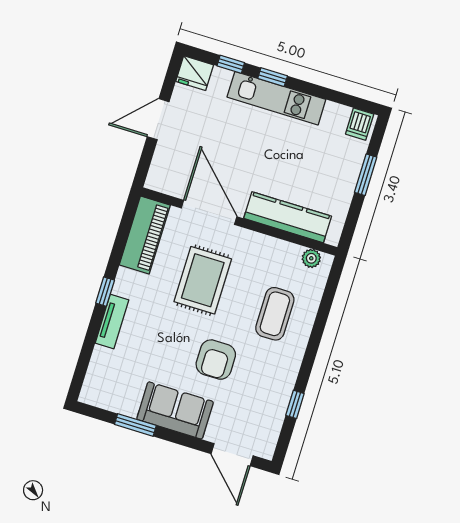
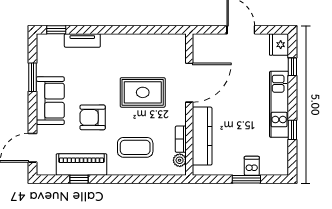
window: (273, 77) -> (292, 130), moved
dishwasher: (360, 124) -> (252, 166), moved, turned 90
piano: (145, 235) -> (81, 164), moved, turned 180
bookcase: (283, 248) -> (181, 139), added
window: (105, 292) -> (56, 30), moved
tv unit: (112, 322) -> (82, 40), moved

